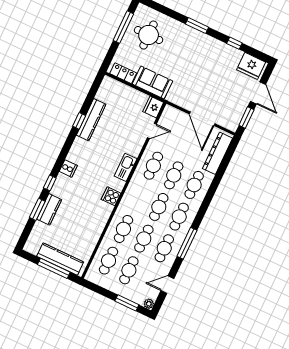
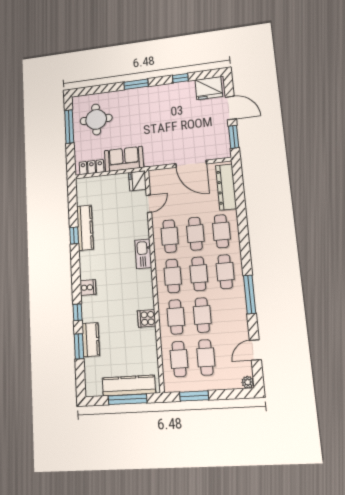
cooker: (111, 196) -> (147, 318), moved
cafe table: (164, 248) -> (173, 276), moved
window: (127, 303) -> (194, 396), moved

